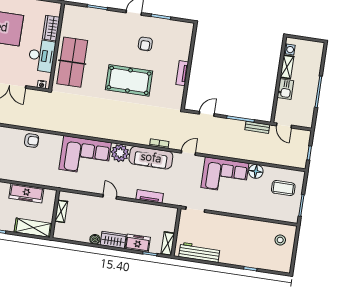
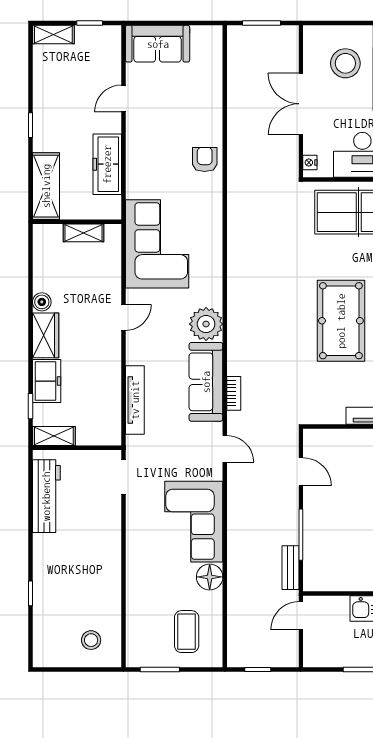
armchair: (32, 141) -> (205, 159), turned 180
corner sofa: (85, 156) -> (157, 244), moved, turned 180
tv unit: (150, 196) -> (135, 400), width x1.41

